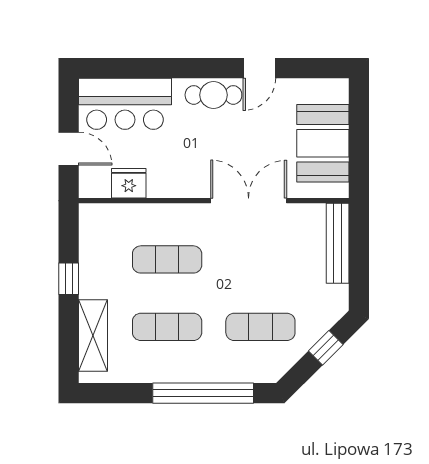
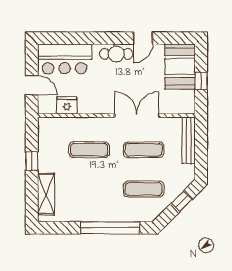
window: (359, 141) -> (201, 81), added
booth: (323, 143) -> (180, 67), moved
exercise mat: (167, 327) -> (144, 150), moved

